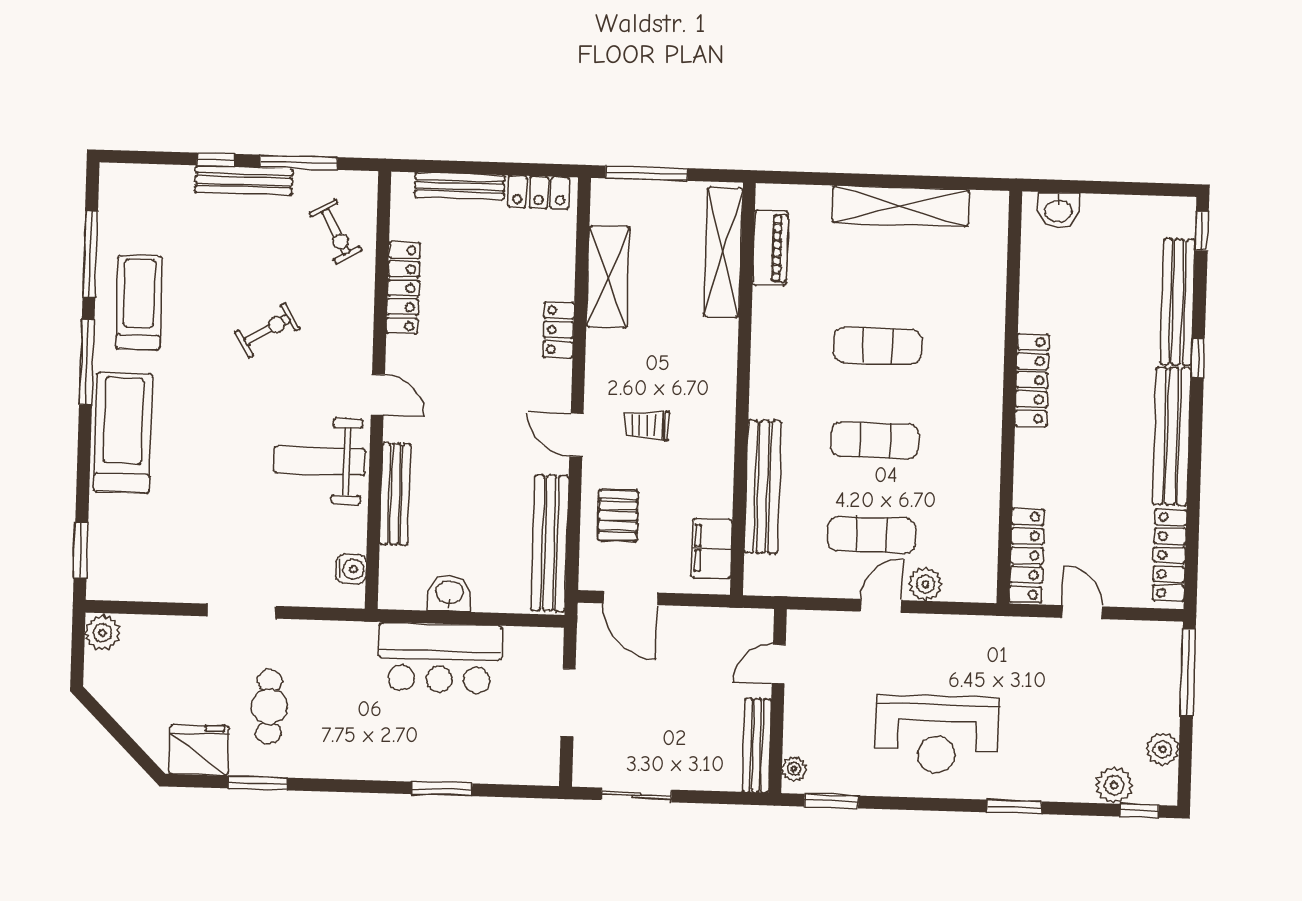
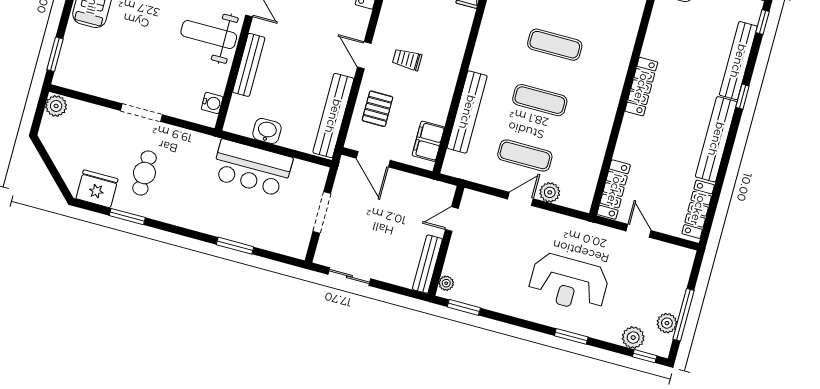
window: (1188, 672) -> (684, 315), moved
reception desk: (937, 735) -> (569, 283), moved

